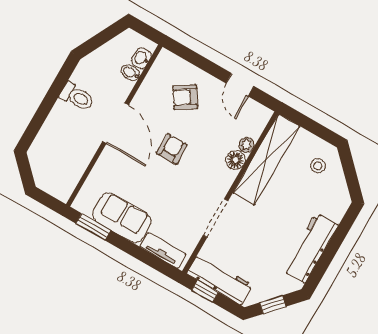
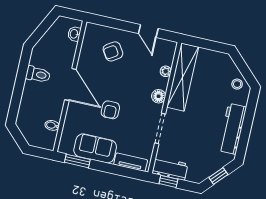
bidet: (131, 73) -> (52, 125), moved
armchair: (172, 149) -> (110, 110), moved, turned 180
floor lamp: (235, 160) -> (159, 96), moved
stool: (318, 166) -> (237, 84), moved
workbench: (220, 279) -> (170, 169), width x0.73

